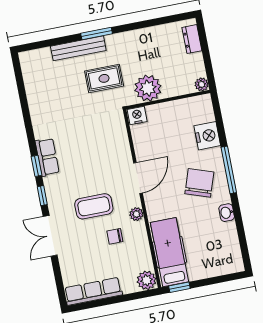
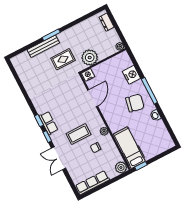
row of seats: (47, 157) -> (48, 123), moved
door: (138, 178) -> (93, 98), moved
chair: (199, 183) -> (135, 103), turned 83

